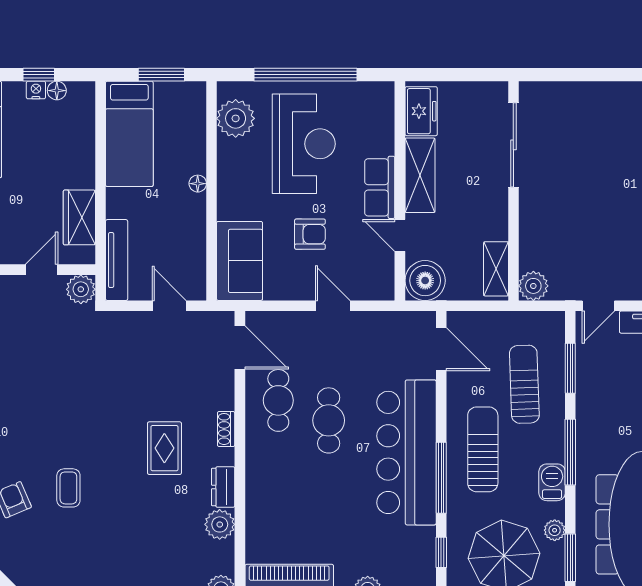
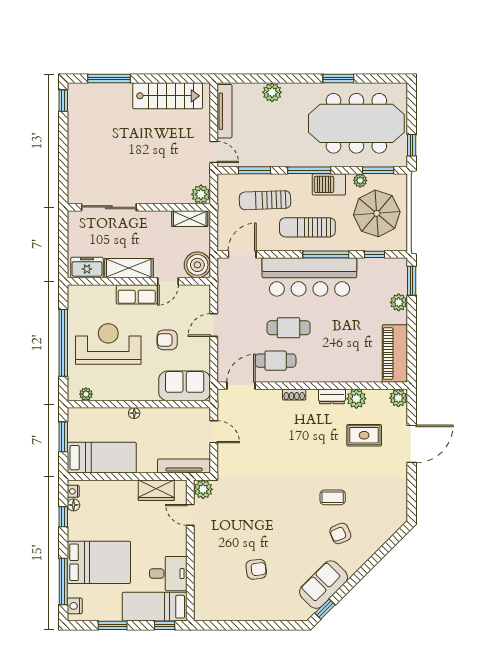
nightstand: (36, 90) -> (73, 491), moved
plant: (236, 118) -> (86, 394), width x0.53, depth x0.53
armchair: (310, 234) -> (167, 340), turned -90
door: (169, 306) -> (214, 432), swing flipped
rug: (164, 448) -> (364, 435), moved
barbecue: (552, 482) -> (329, 184), width x1.38, depth x1.27

